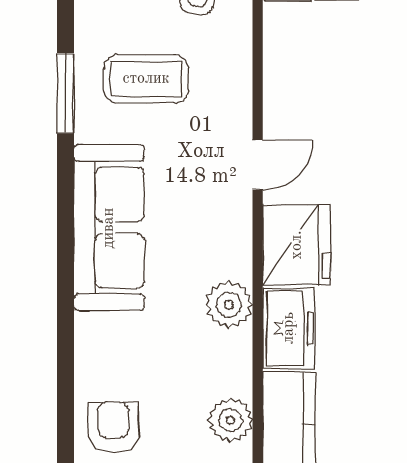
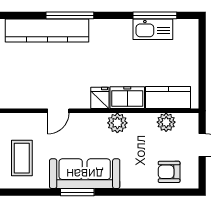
window: (65, 93) -> (77, 192), moved
door: (258, 165) -> (58, 111), swing flipped
fridge: (297, 245) -> (100, 98), width x0.53, depth x0.75

